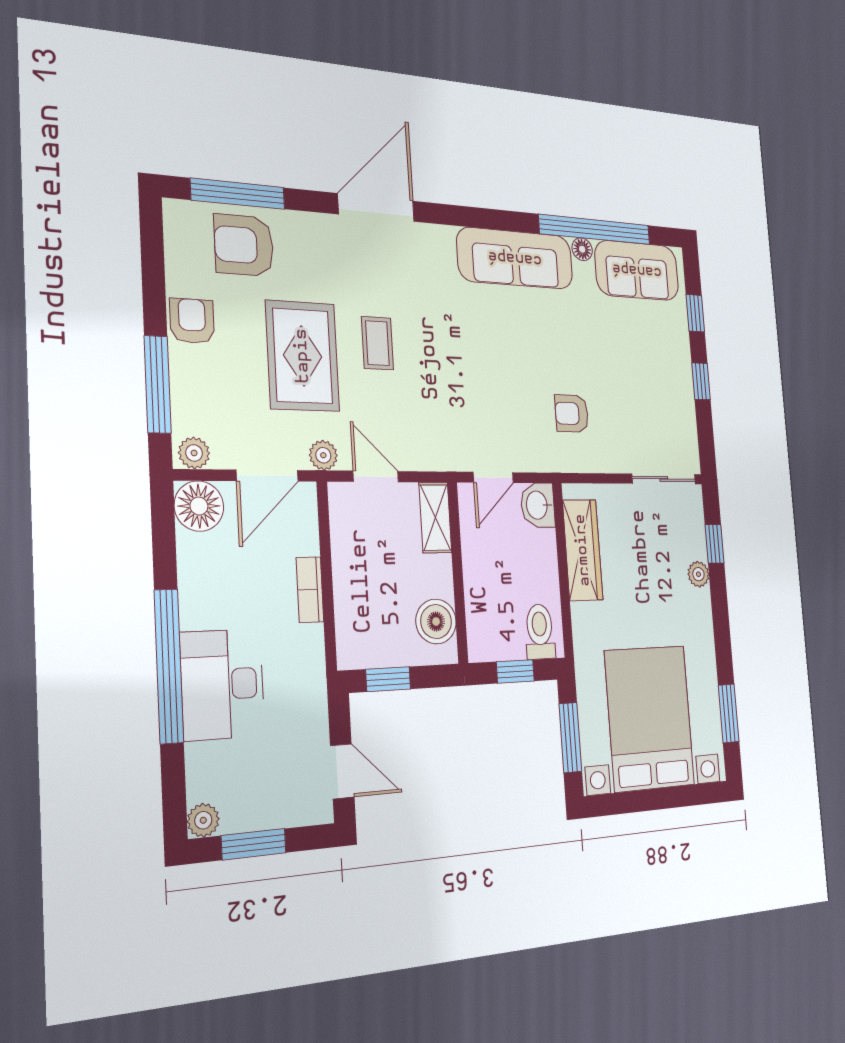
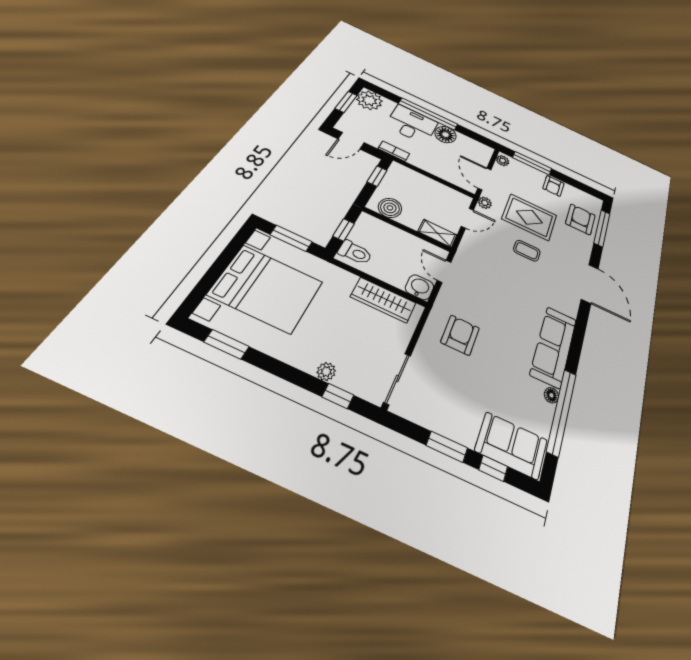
sofa: (637, 270) -> (511, 445), moved, turned 90
armchair: (192, 321) -> (553, 186), turned 90
window: (701, 381) -> (447, 447), width x1.50
armchair: (572, 413) -> (460, 335), width x1.38, depth x1.38
floor lamp: (199, 506) -> (446, 135), moved
bookcase: (310, 590) -> (394, 151), moved
plant: (203, 820) -> (369, 100), width x1.87, depth x1.87

